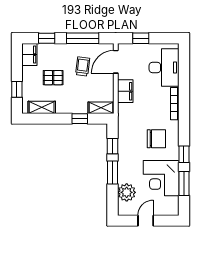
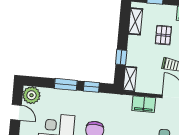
plant: (127, 192) -> (31, 95), moved

